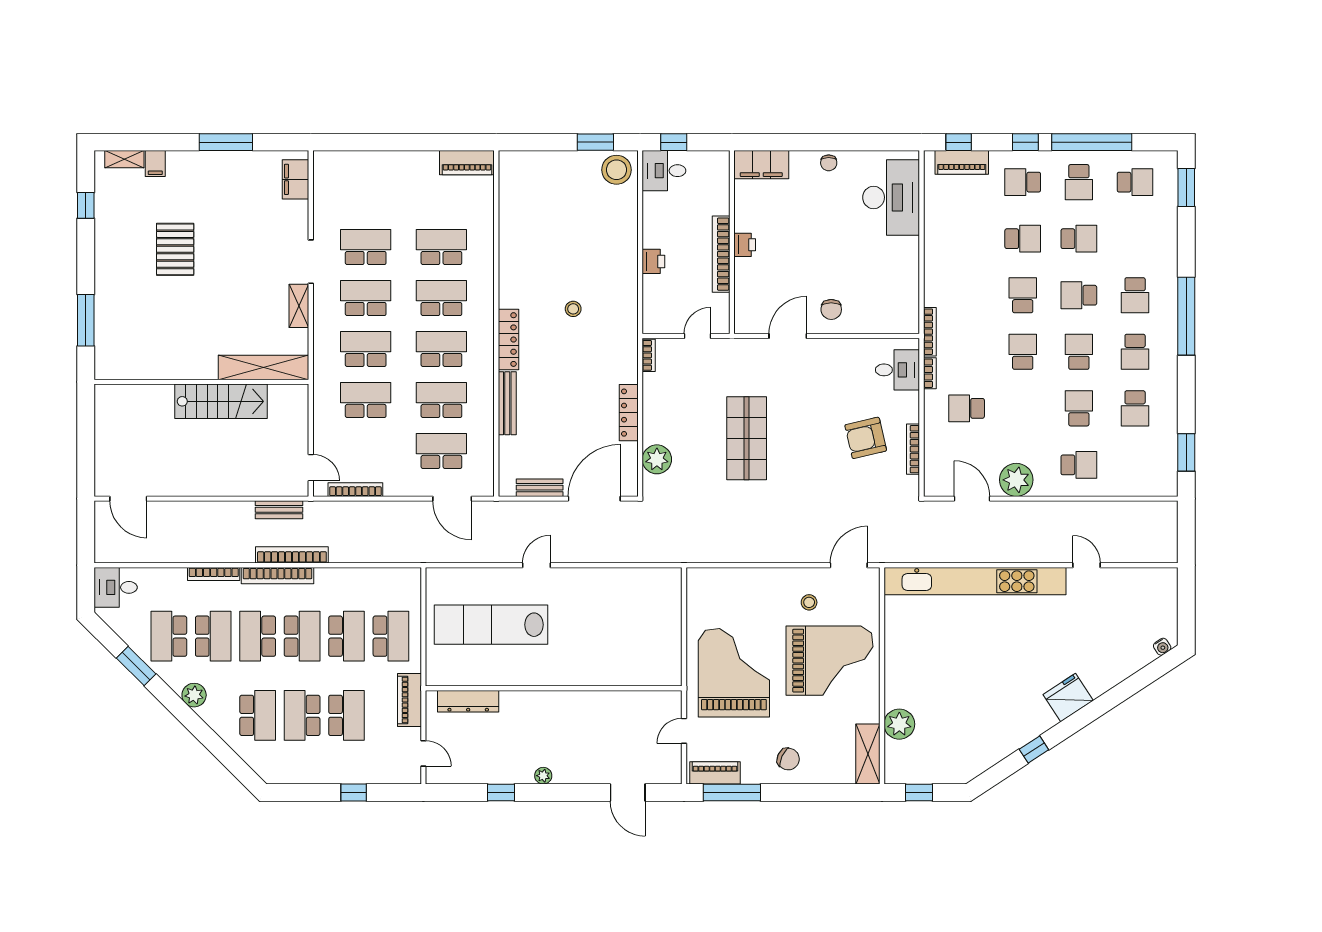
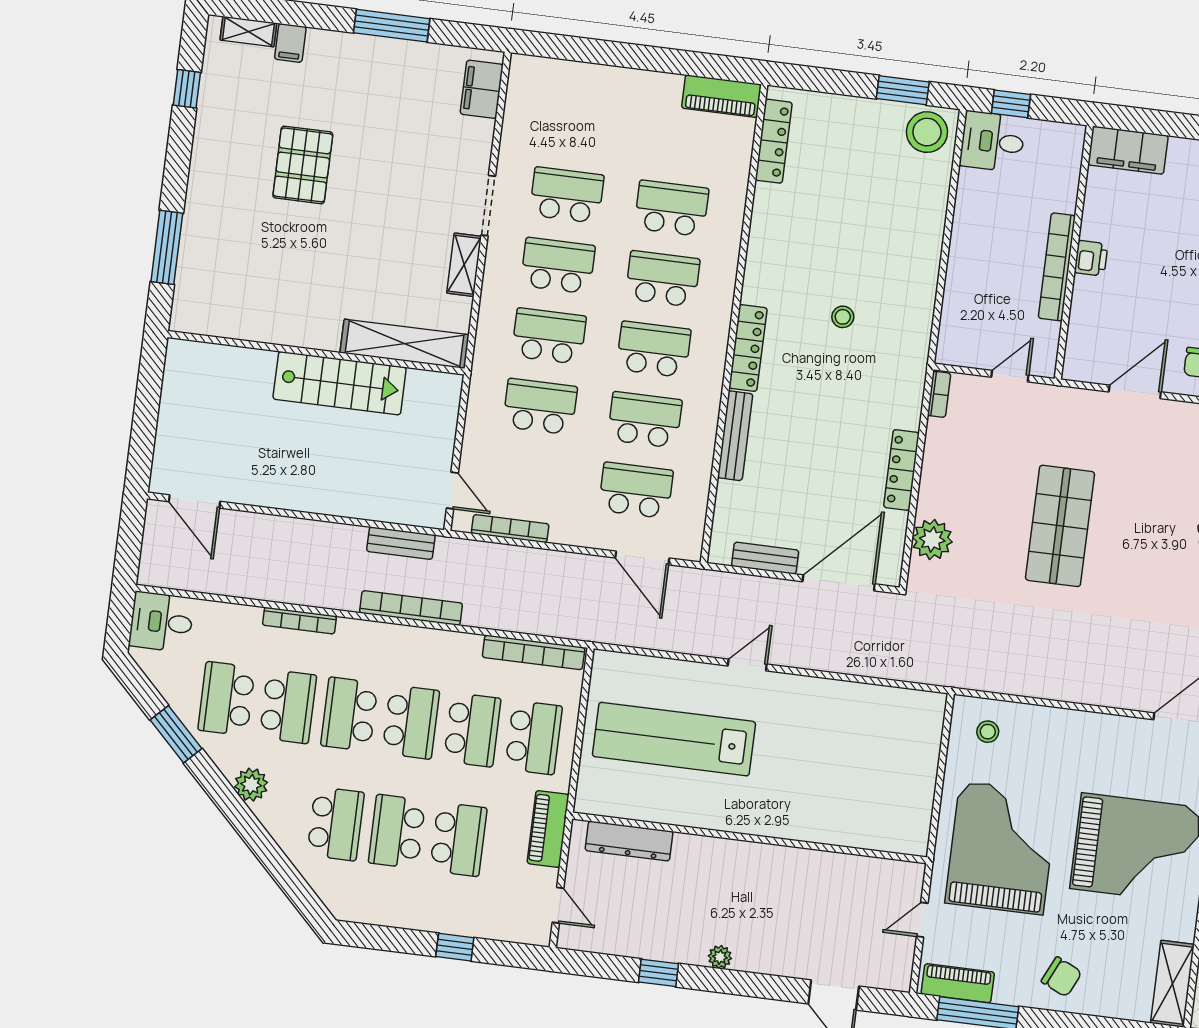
locker: (508, 190) -> (774, 141), added
printer: (653, 261) -> (962, 265), removed
bookcase: (277, 576) -> (534, 652), moved
stool: (809, 602) -> (988, 732), moved

